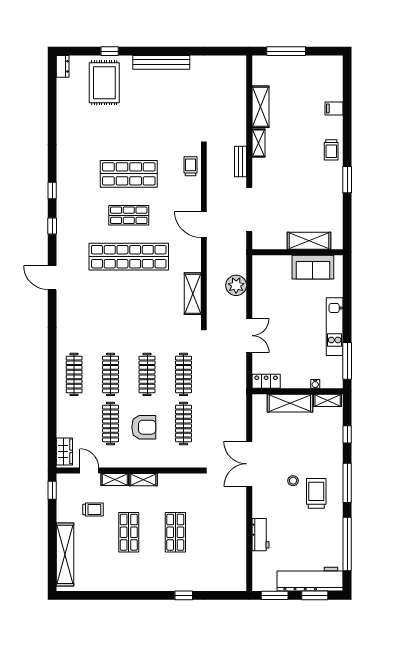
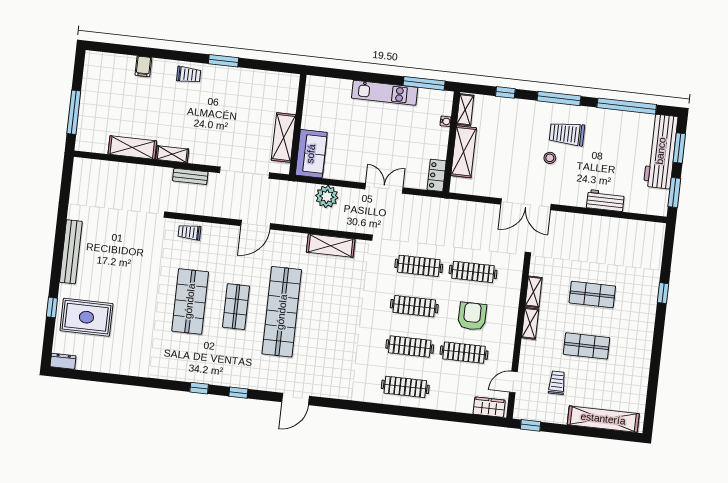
shelving: (309, 241) -> (284, 138), moved
sofa: (313, 267) -> (311, 154), moved
shelving: (115, 480) -> (534, 292), moved

